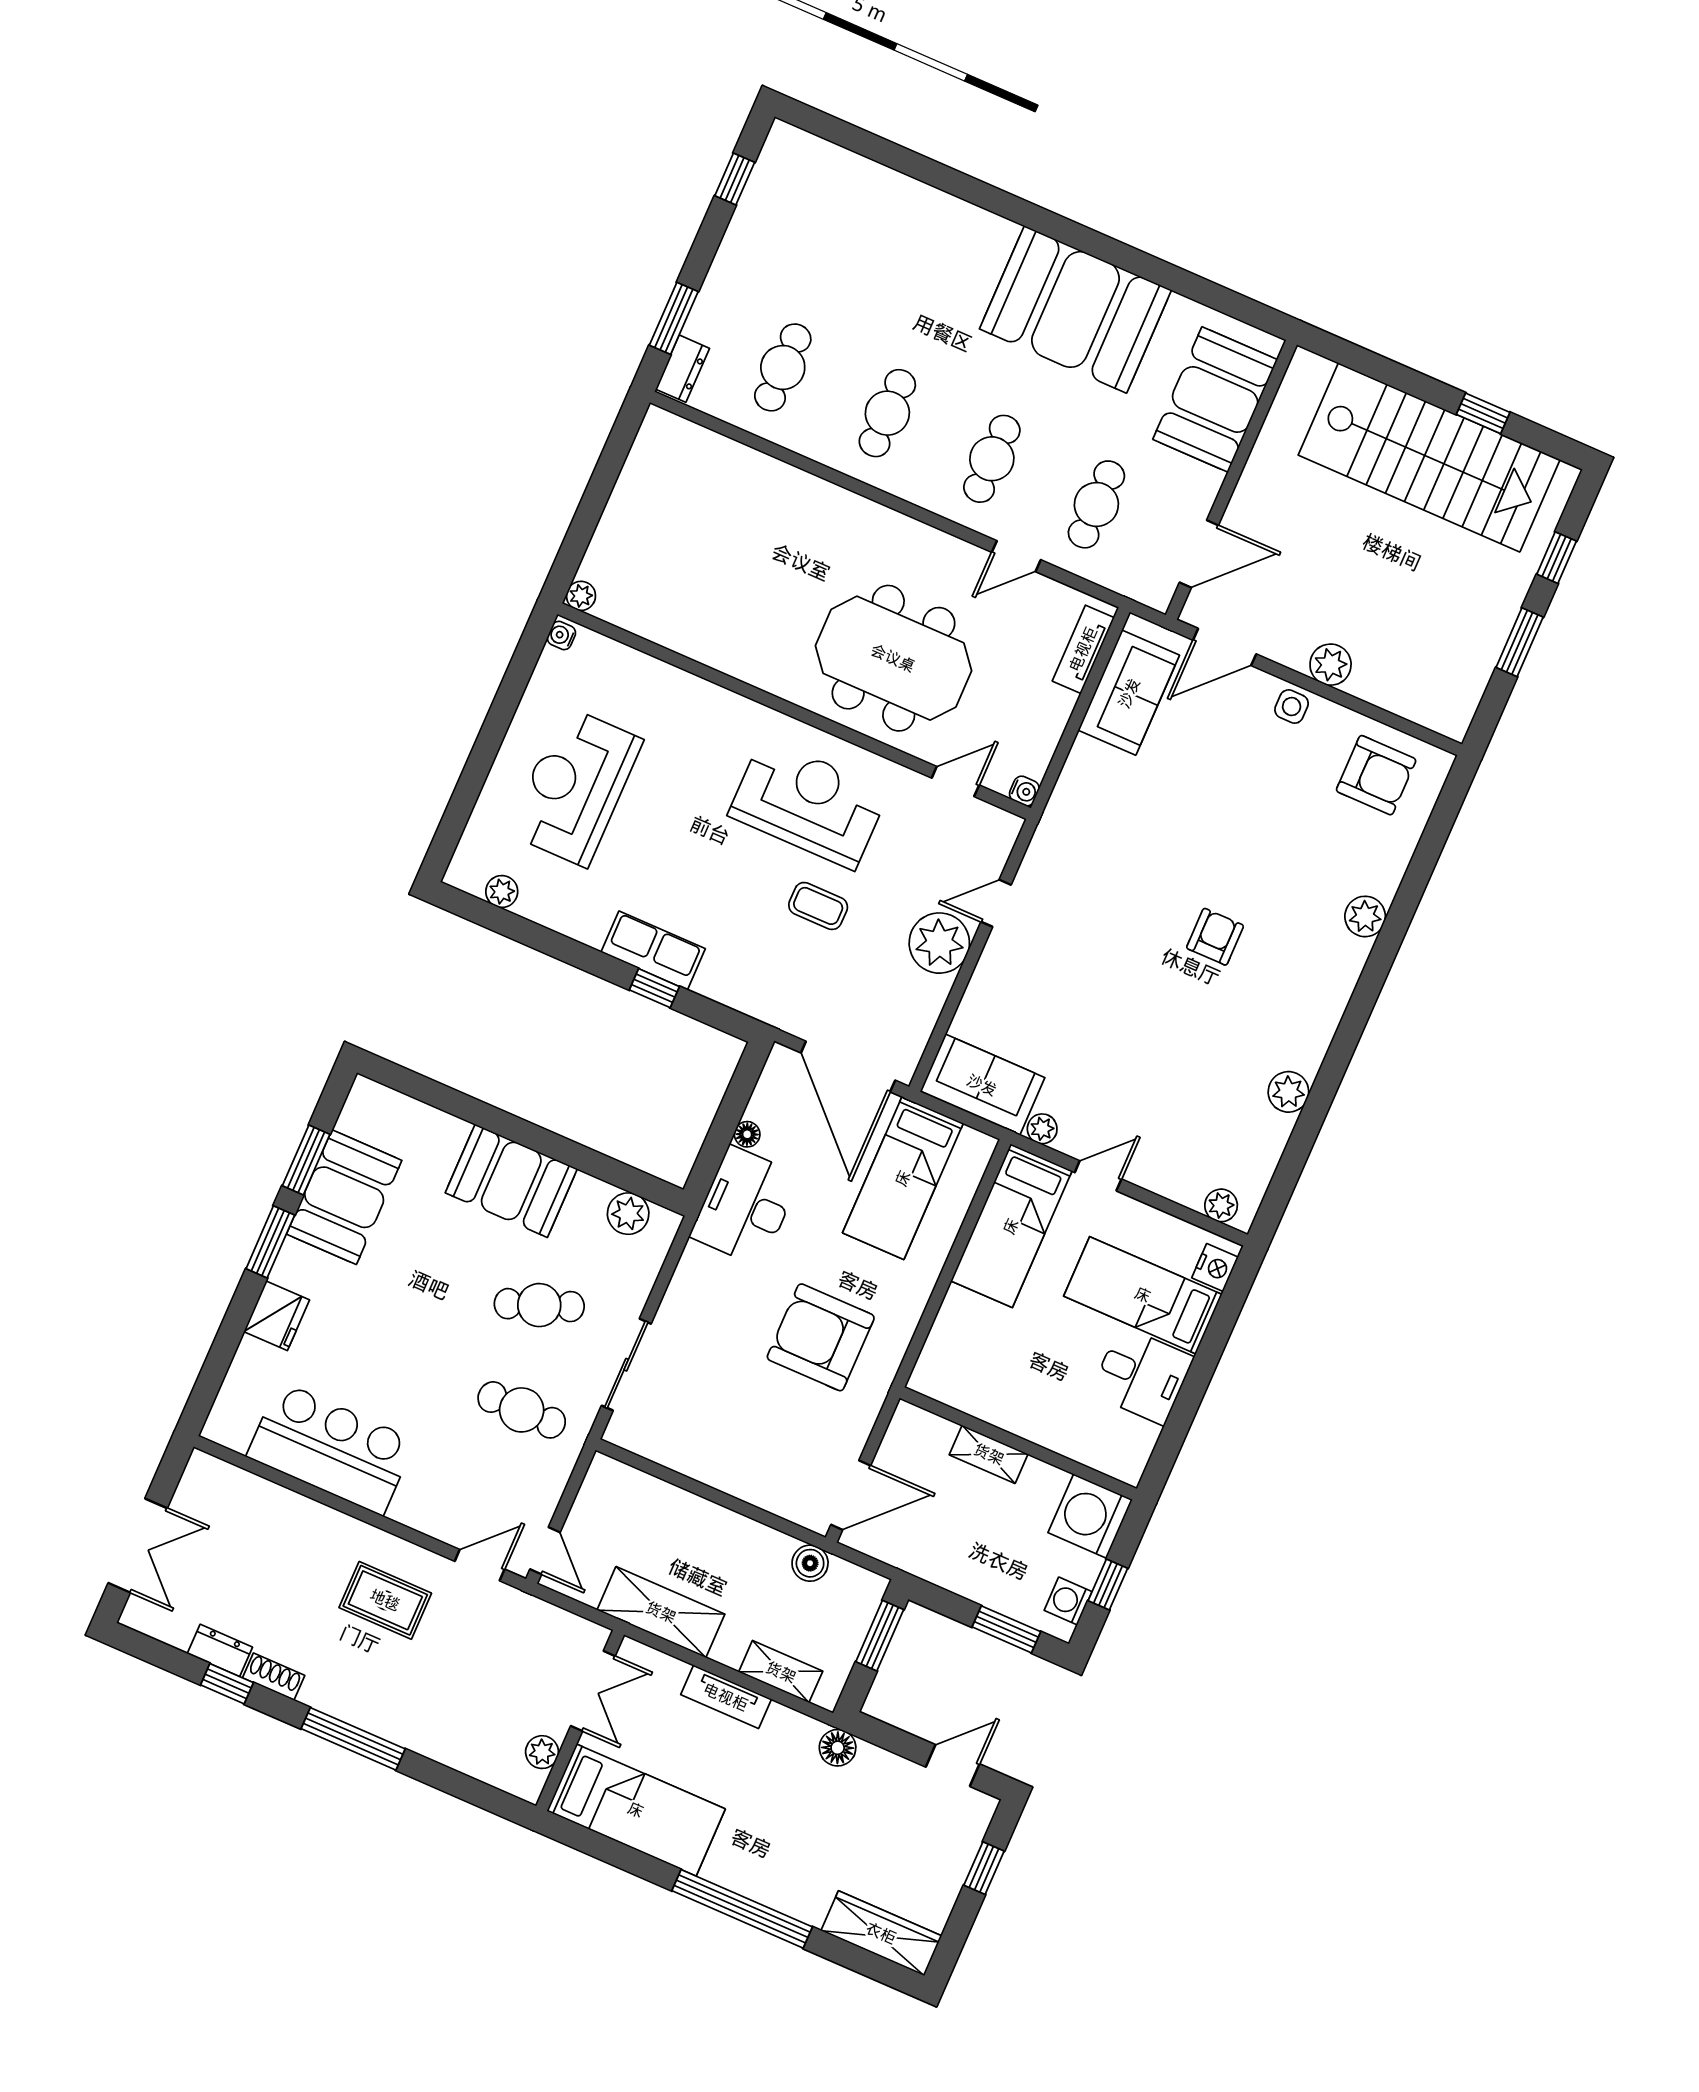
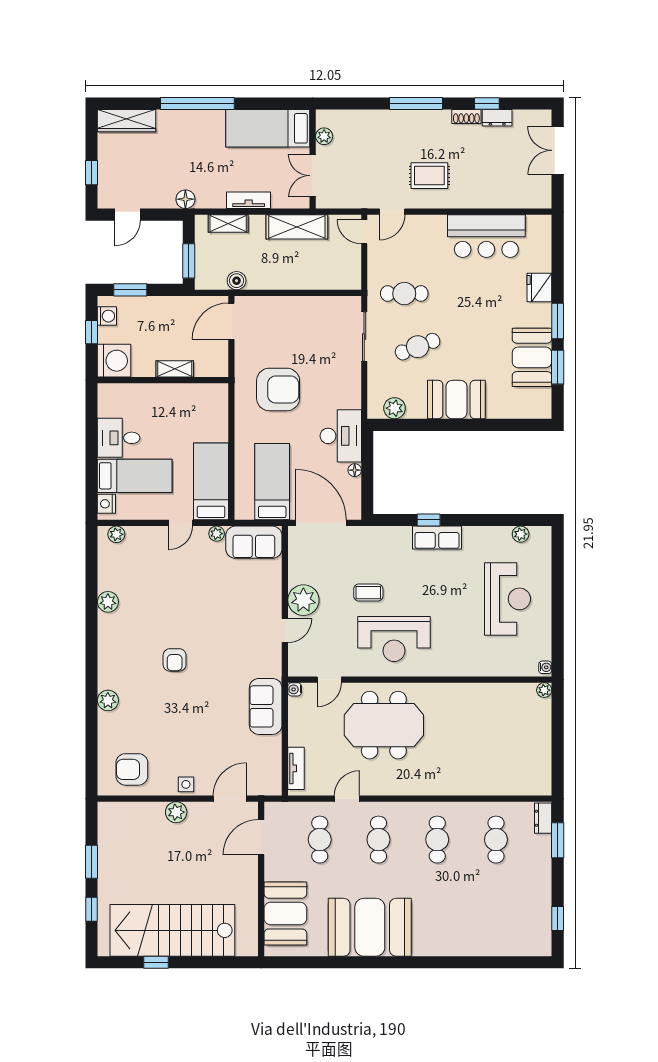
sofa: (1129, 693) -> (266, 706), moved

